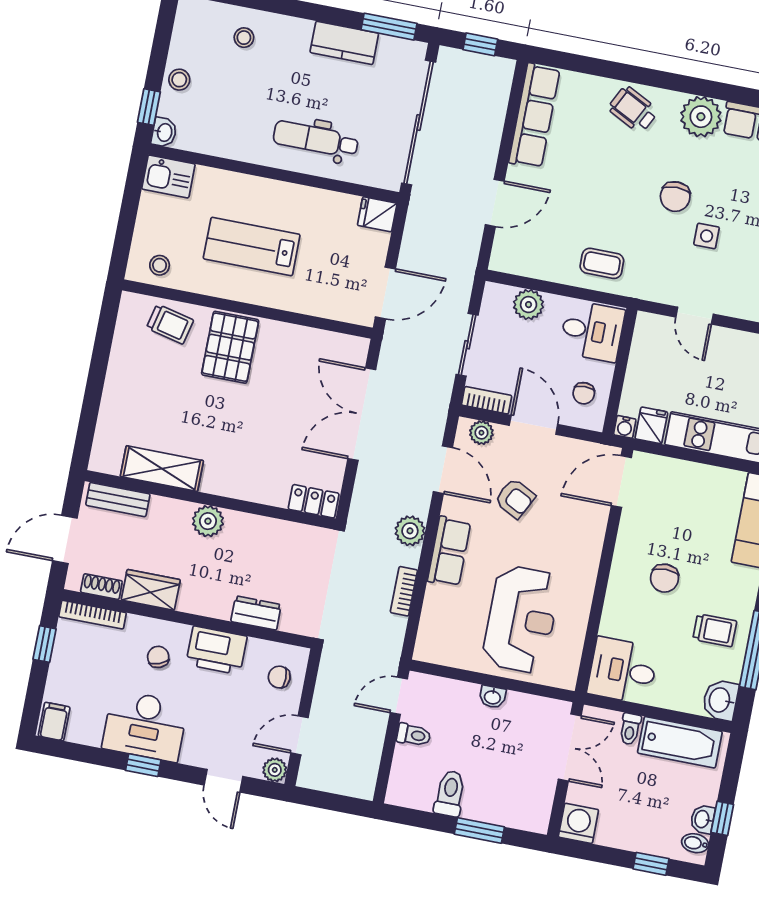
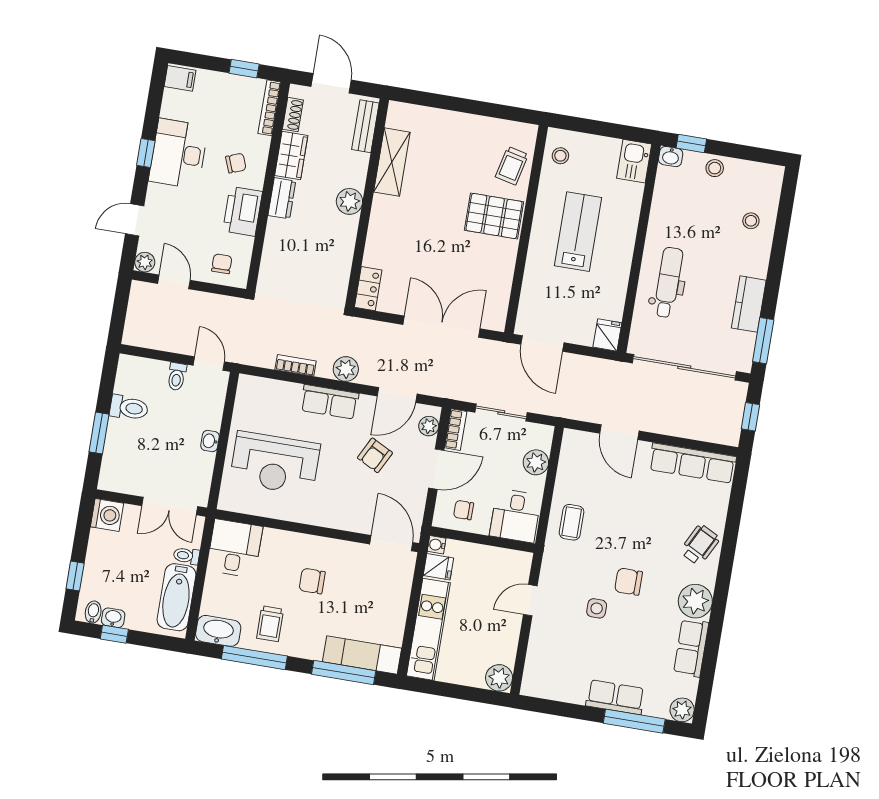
dresser: (256, 613) -> (282, 198), moved
washbasin: (720, 700) -> (218, 631), width x1.38

